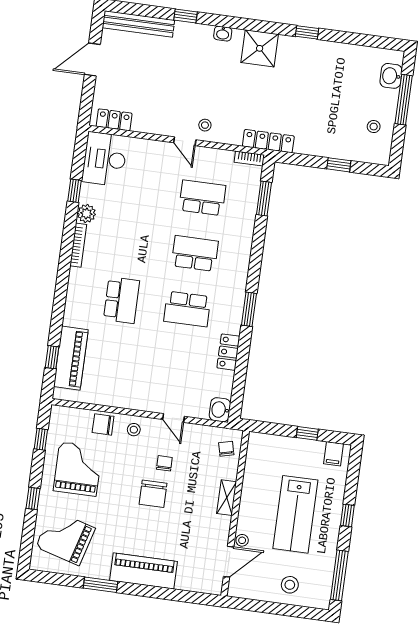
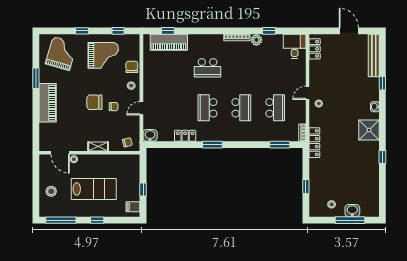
washbasin: (391, 76) -> (352, 211), moved
desk: (105, 159) -> (295, 46), width x0.73
lab bench: (295, 514) -> (94, 189), turned 180

